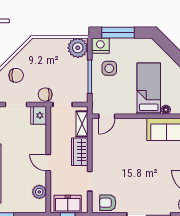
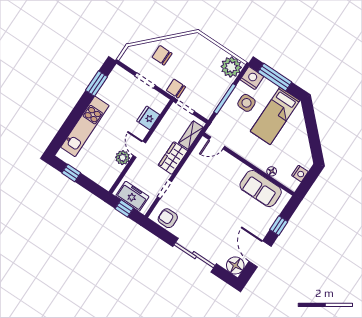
chair: (16, 75) -> (162, 55), turned 180
bed: (149, 89) -> (275, 116), moved, turned 180
fridge: (39, 115) -> (148, 118), moved
plant: (39, 192) -> (123, 158), moved

